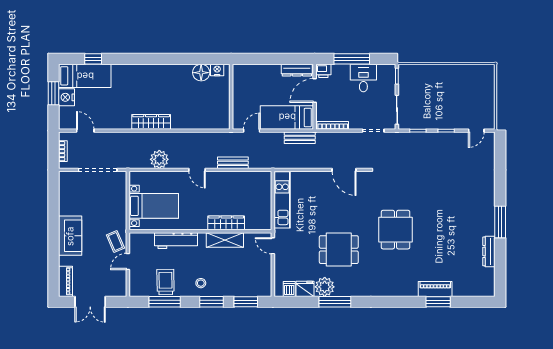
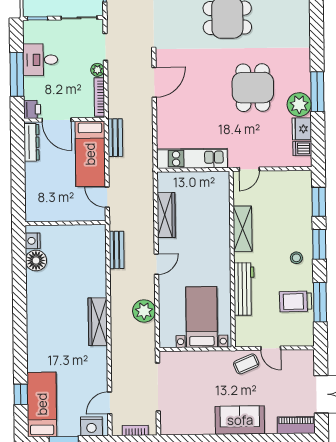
nightstand: (67, 97) -> (91, 426), moved
plant: (355, 124) -> (97, 70), added
bench: (233, 163) -> (117, 250), moved
wardrobe: (226, 223) -> (166, 215), moved, turned 180

